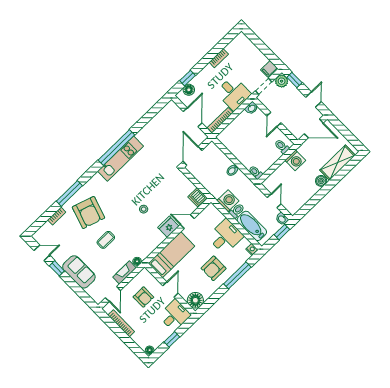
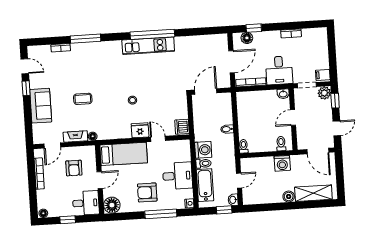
armchair: (88, 213) -> (88, 66), removed

